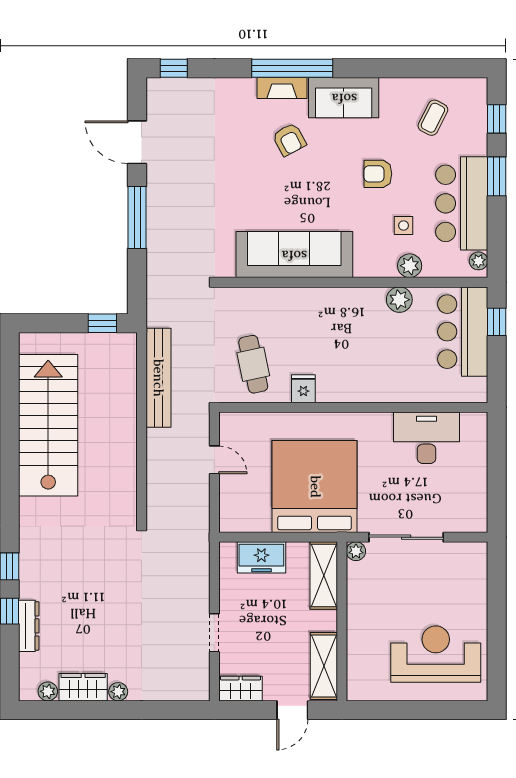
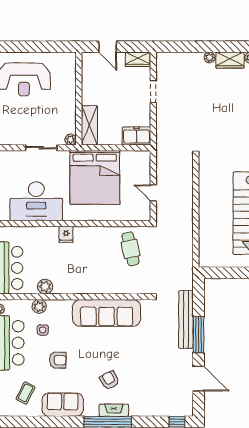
sofa: (344, 98) -> (63, 405), moved
window: (102, 323) -> (219, 273), removed
bench: (158, 378) -> (186, 319), moved
fridge: (303, 389) -> (66, 234), moved
desk: (427, 438) -> (36, 201), width x1.36, depth x1.30
sliding door: (406, 537) -> (41, 148), width x0.73
freezer: (261, 557) -> (136, 136), moved
shelving: (324, 666) -> (89, 72), removed
door: (292, 710) -> (108, 47), swing flipped

